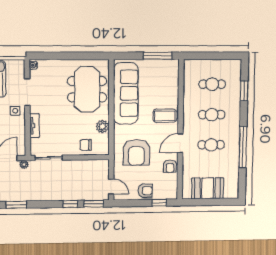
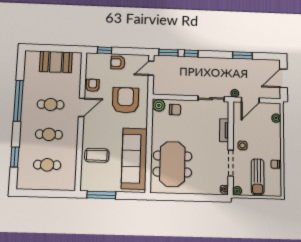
plant: (20, 64) -> (237, 191), added
coffee table: (165, 116) -> (97, 155), moved
plant: (102, 127) -> (159, 105), moved
door: (111, 187) -> (151, 68), hinge flipped

